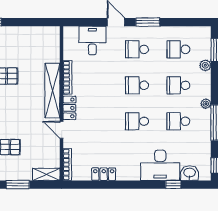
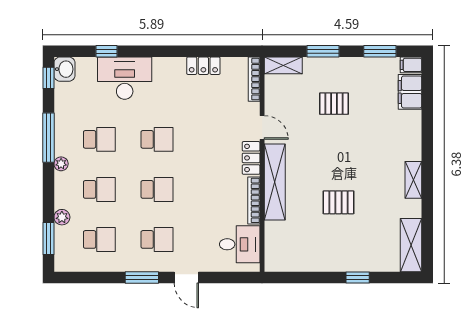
desk: (92, 41) -> (240, 244), moved, turned -90
washbasin: (190, 173) -> (64, 69), moved, turned -90

